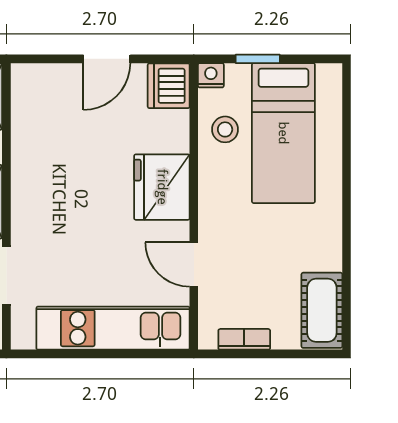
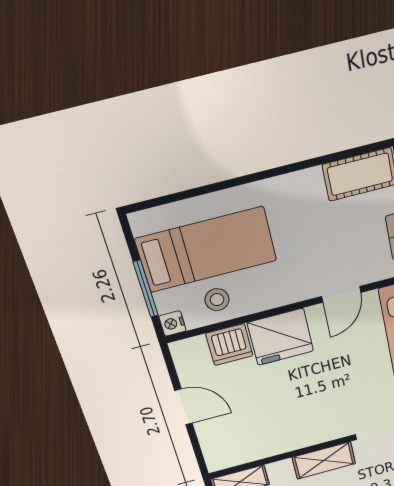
window: (258, 59) -> (146, 289), width x1.50
dishwasher: (169, 86) -> (229, 345), moved

